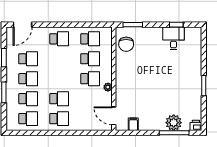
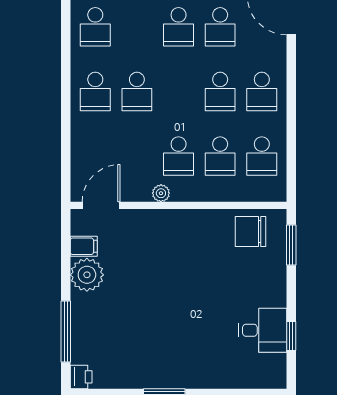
school desk: (28, 99) -> (220, 91), moved
plant: (174, 123) -> (87, 275), moved

